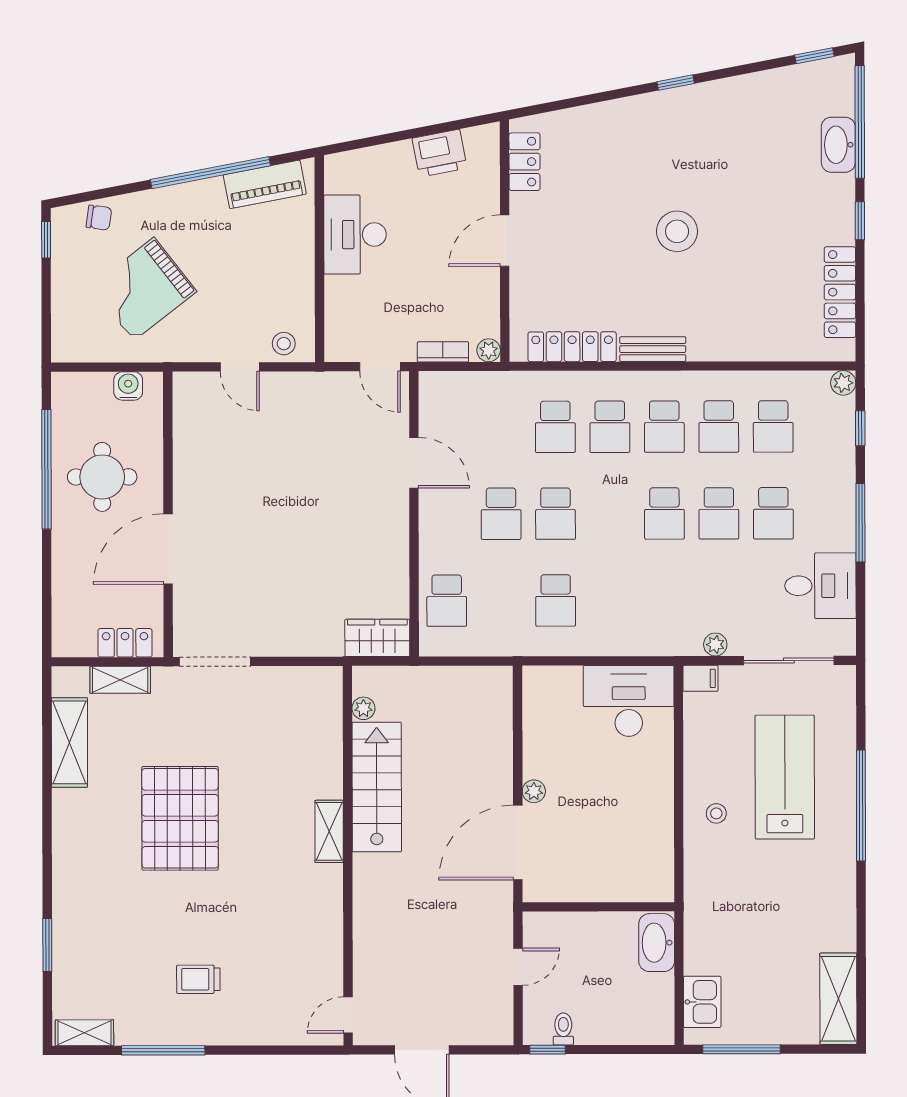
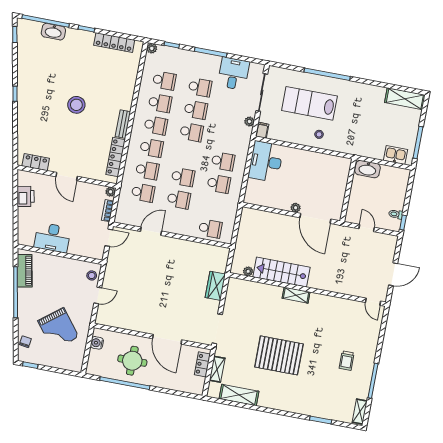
school desk: (501, 427) -> (143, 193), added
school desk: (610, 600) -> (223, 161), added
wardrobe: (377, 638) -> (215, 286), moved

